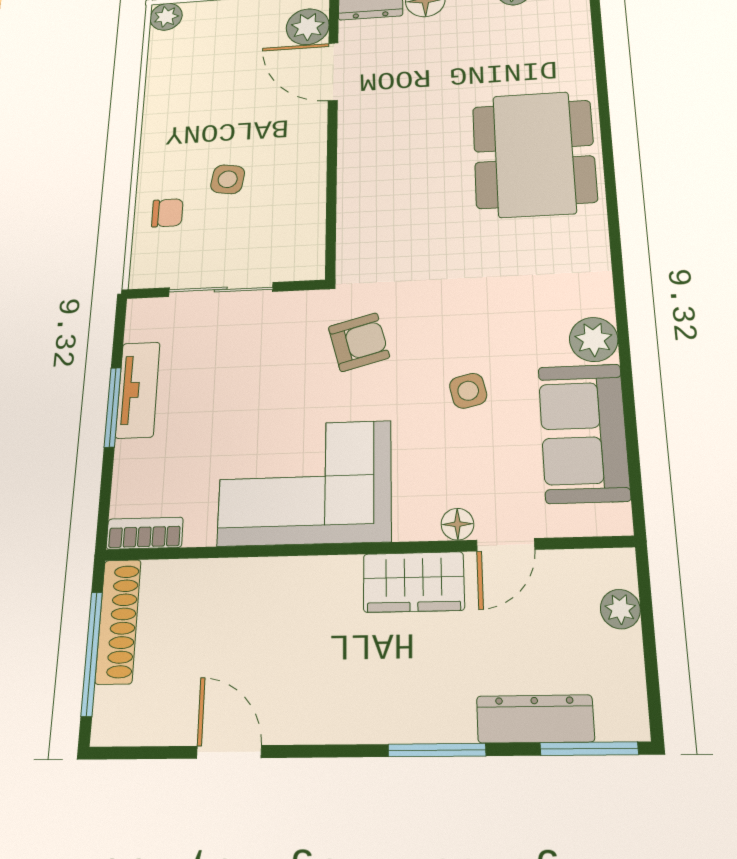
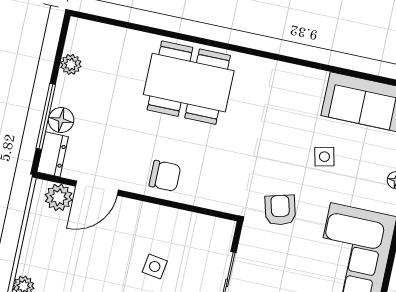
chair: (375, 158) -> (165, 176), added
plant: (594, 339) -> (312, 82), removed

